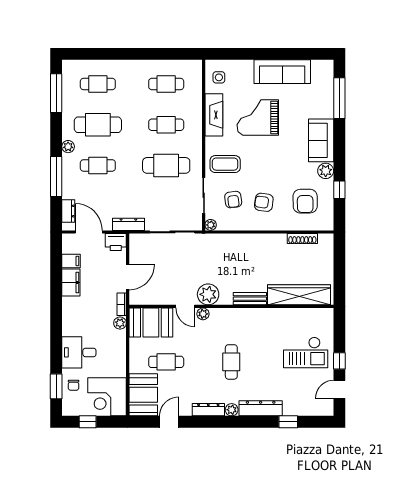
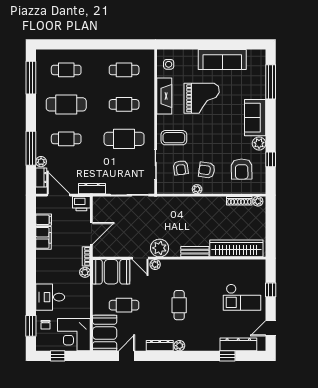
grand piano: (258, 118) -> (202, 98), turned 180
plant: (68, 147) -> (41, 162), moved
plant: (211, 225) -> (197, 189), moved
plant: (324, 239) -> (258, 201), added
window: (339, 361) -> (271, 290), moved
dresser: (261, 408) -> (238, 344), moved

